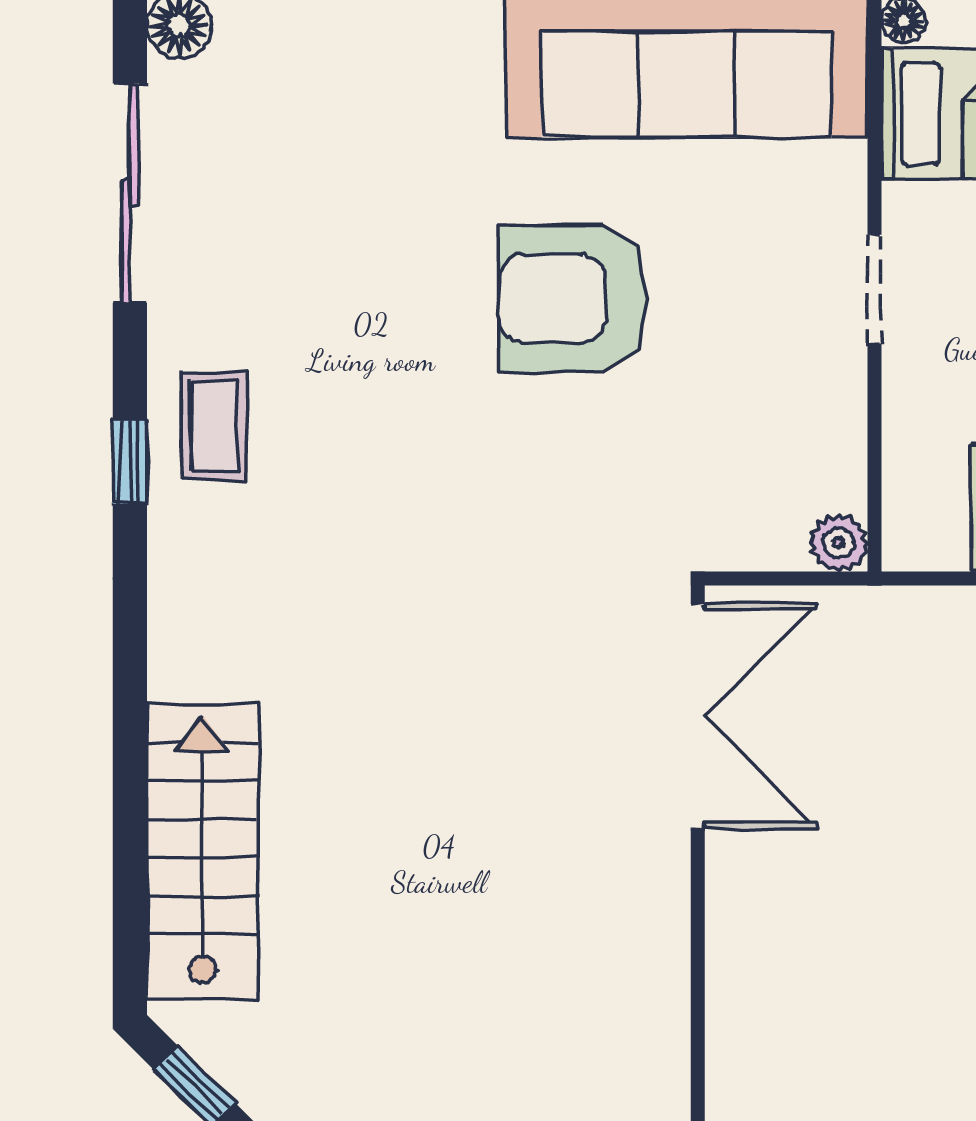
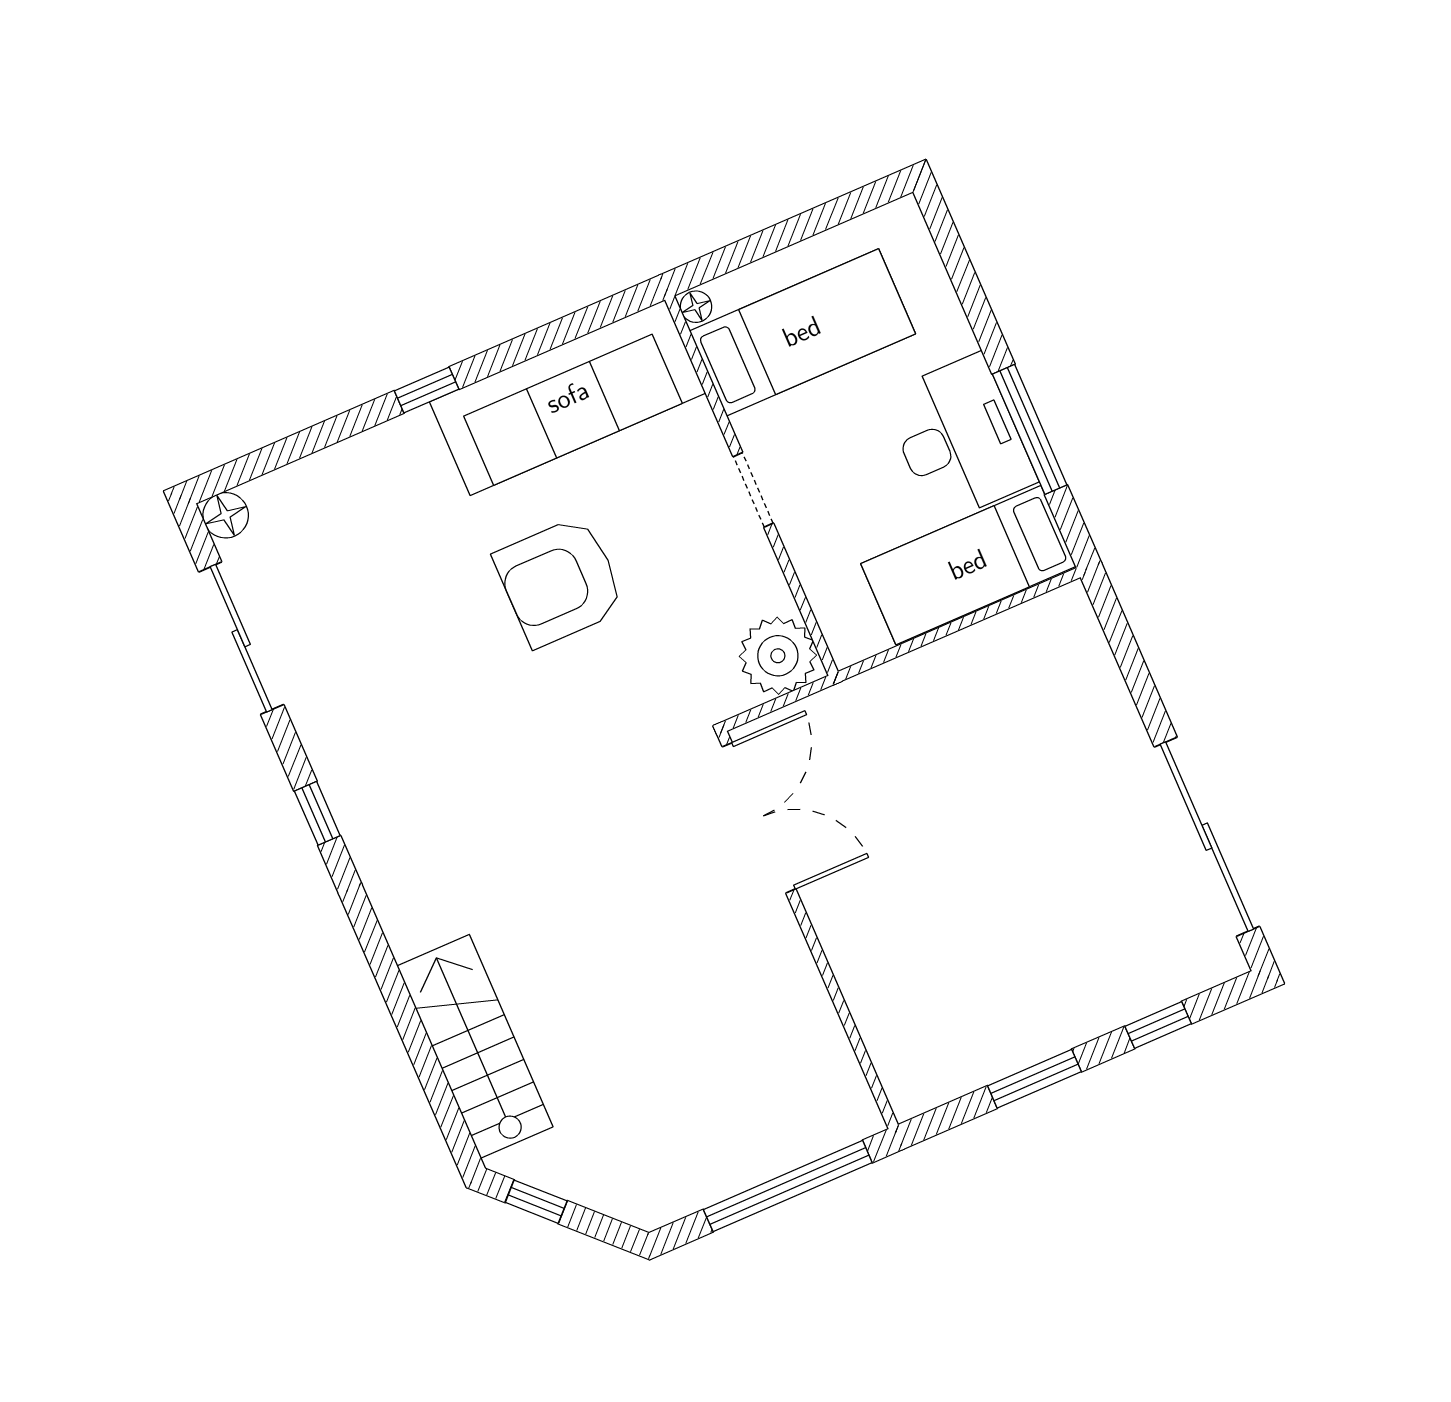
coffee table: (214, 426) -> (362, 766), removed
plant: (839, 543) -> (778, 656), width x1.88, depth x1.88

